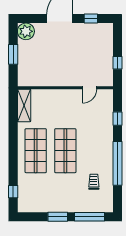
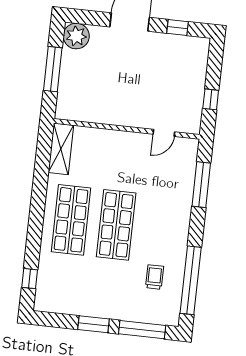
window: (13, 54) -> (53, 69), width x1.44
window: (117, 119) -> (201, 185), width x2.17
window: (117, 163) -> (191, 280), moved

